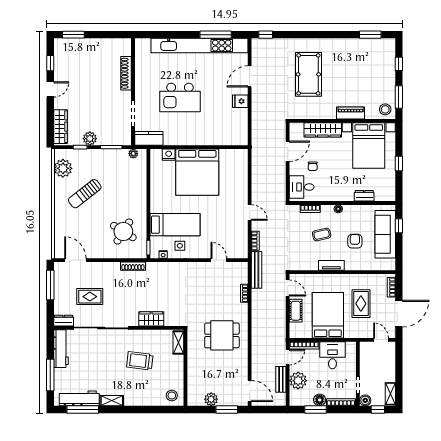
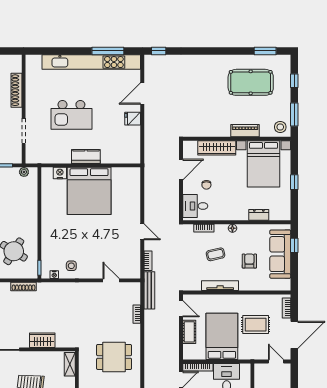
pool table: (308, 74) -> (251, 82), moved, turned 90
kitchen counter: (149, 138) -> (86, 156), moved
bed: (175, 225) -> (66, 244), removed
tv unit: (331, 265) -> (220, 286), width x1.41
rug: (361, 304) -> (256, 325), turned 90

